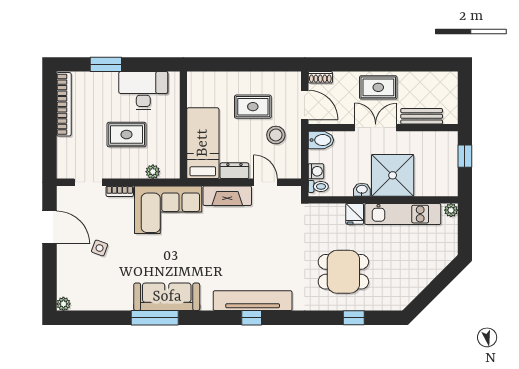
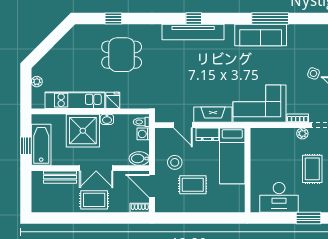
rug: (127, 135) -> (312, 169), moved, turned 90
bathtub: (446, 157) -> (41, 145), added
plant: (153, 172) -> (302, 134), moved
plant: (451, 210) -> (37, 82), moved

